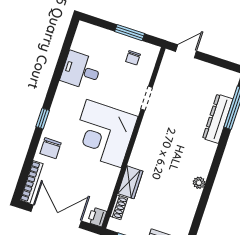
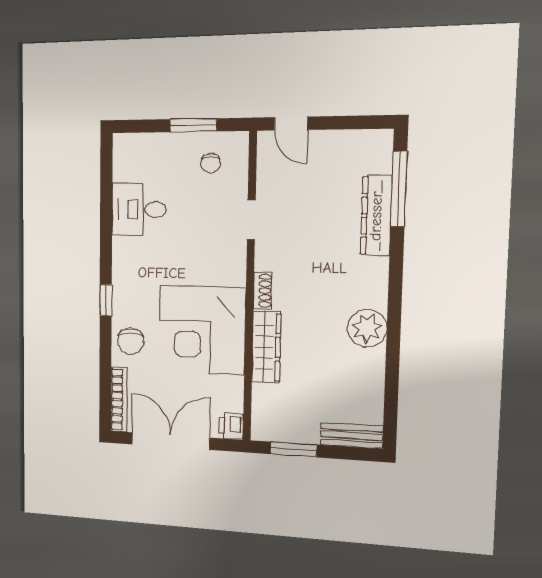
door: (186, 51) -> (291, 124), swing flipped
corner desk: (104, 134) -> (202, 330), moved
wardrobe: (130, 182) -> (266, 347), width x1.50
plant: (199, 183) -> (367, 328), width x1.87, depth x1.87
shoe rack: (119, 207) -> (263, 291), moved

